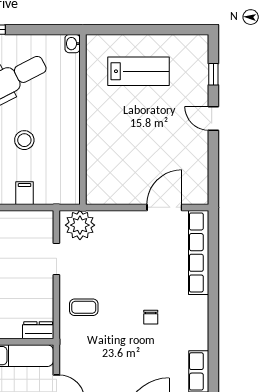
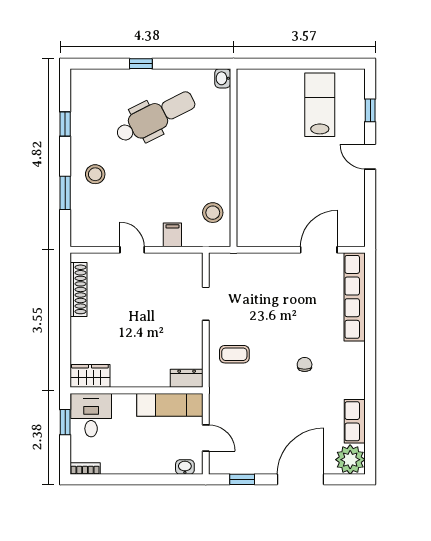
lab bench: (138, 71) -> (320, 105), moved, turned -90
stool: (24, 140) -> (213, 213), moved
plant: (80, 225) -> (230, 268), removed
chair: (151, 317) -> (305, 365), turned 180

